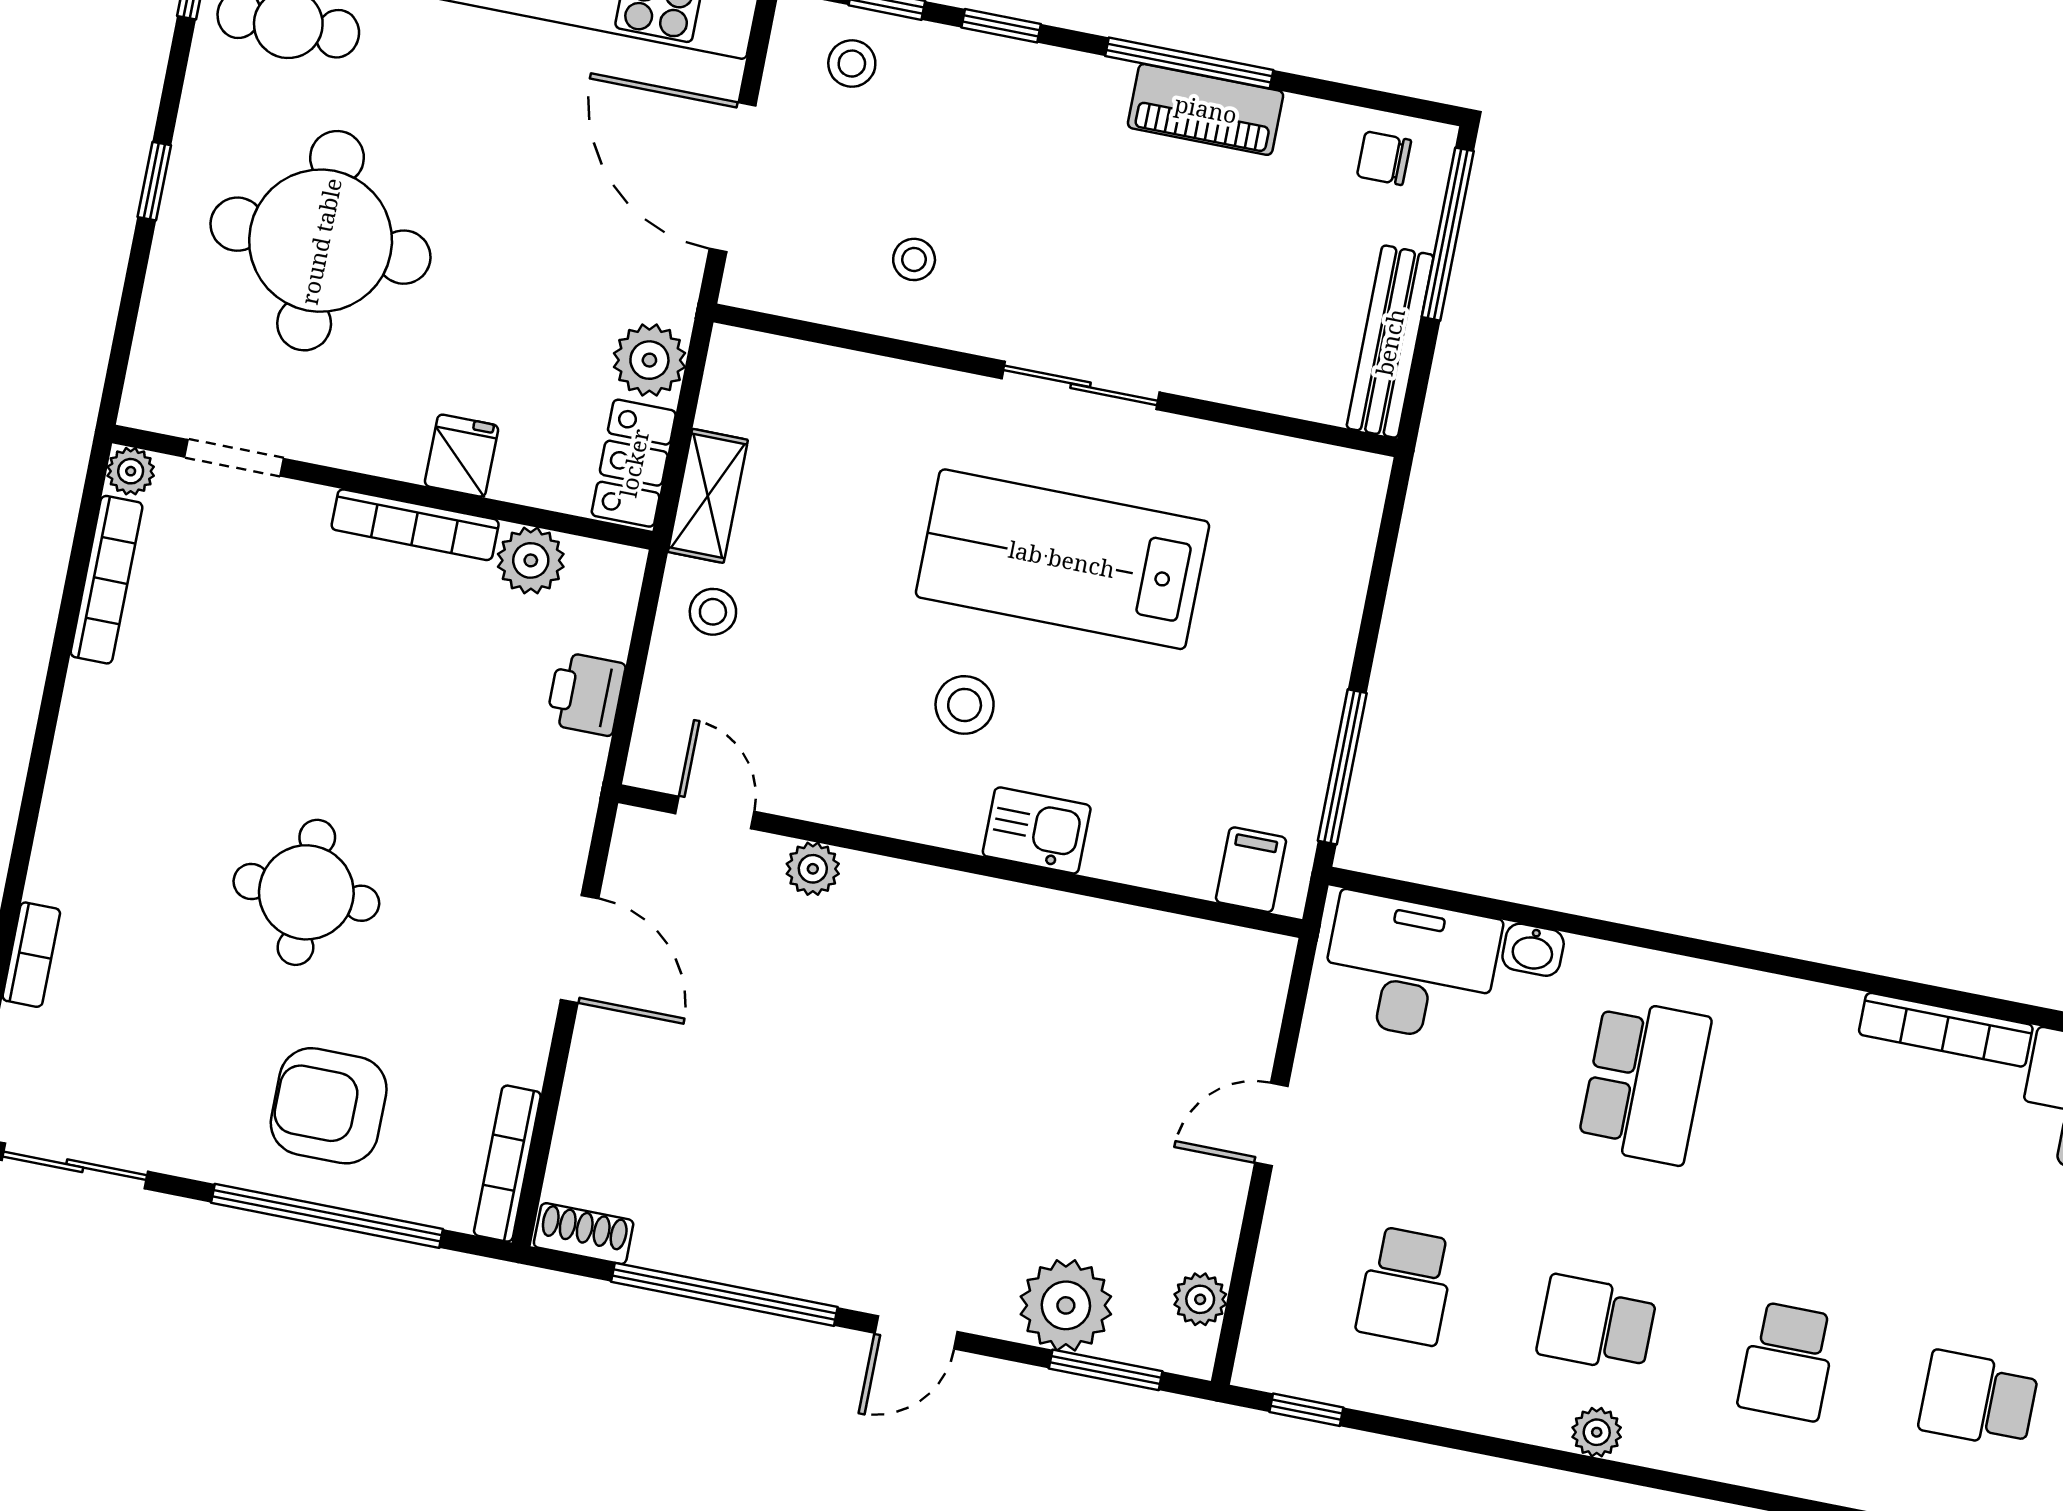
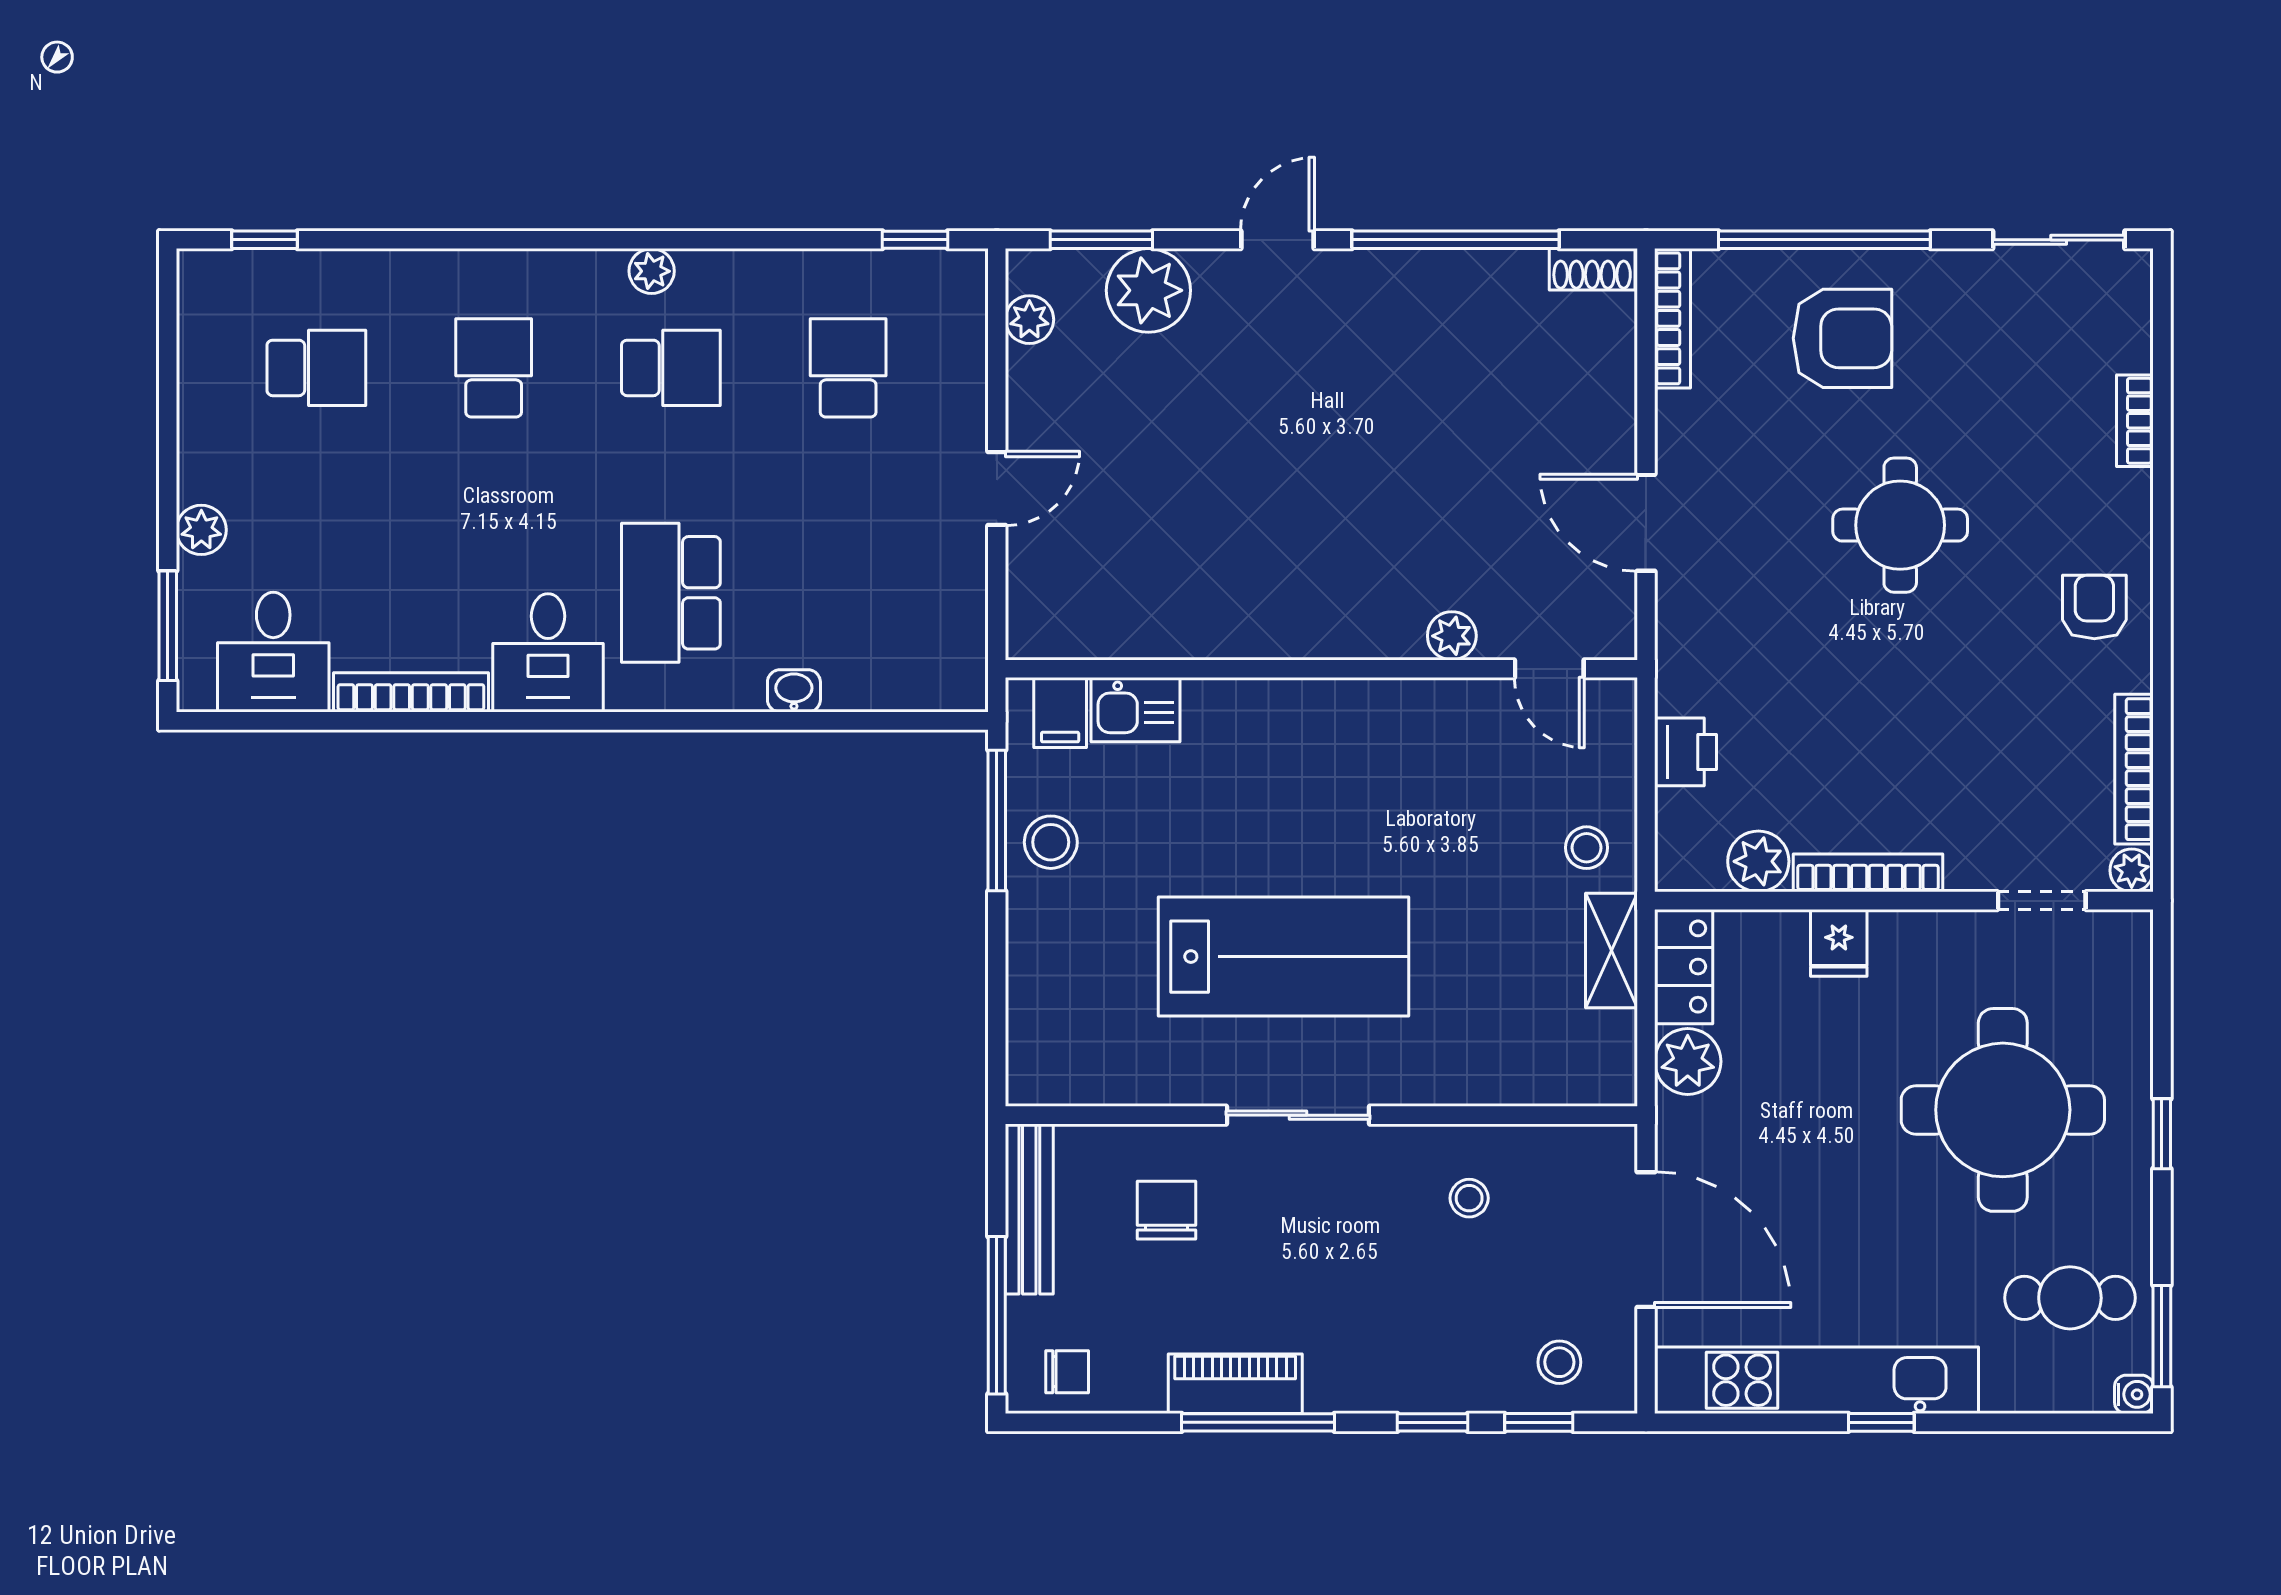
chair: (1242, 311) -> (1167, 1210), added
stool: (965, 705) -> (1051, 842), moved
armchair: (115, 763) -> (2094, 607), added
kitchen sink: (1037, 830) -> (1135, 710), moved
desk: (1410, 968) -> (548, 653), moved, width x0.73

